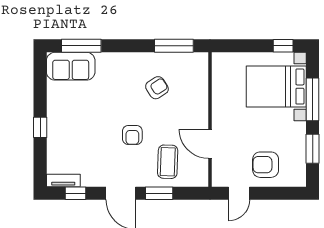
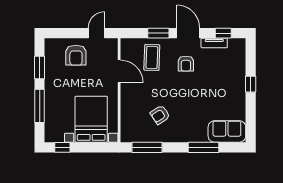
window: (81, 46) -> (204, 147), moved
bed with nightstands: (276, 87) -> (91, 119), moved, turned -90
armchair: (132, 135) -> (186, 64), moved, turned 180
armchair: (266, 165) -> (76, 55), turned 90
tv unit: (63, 180) -> (214, 43), moved

